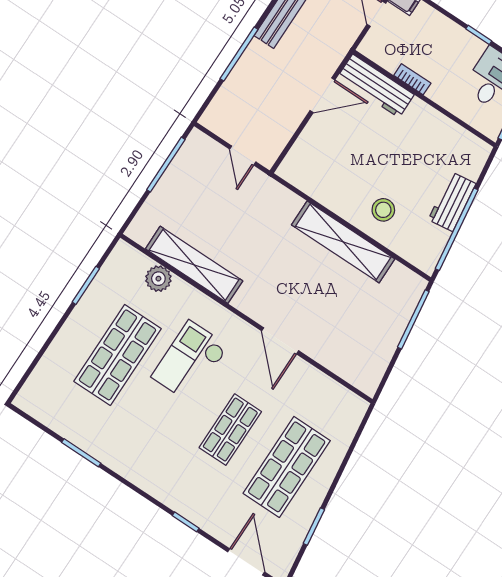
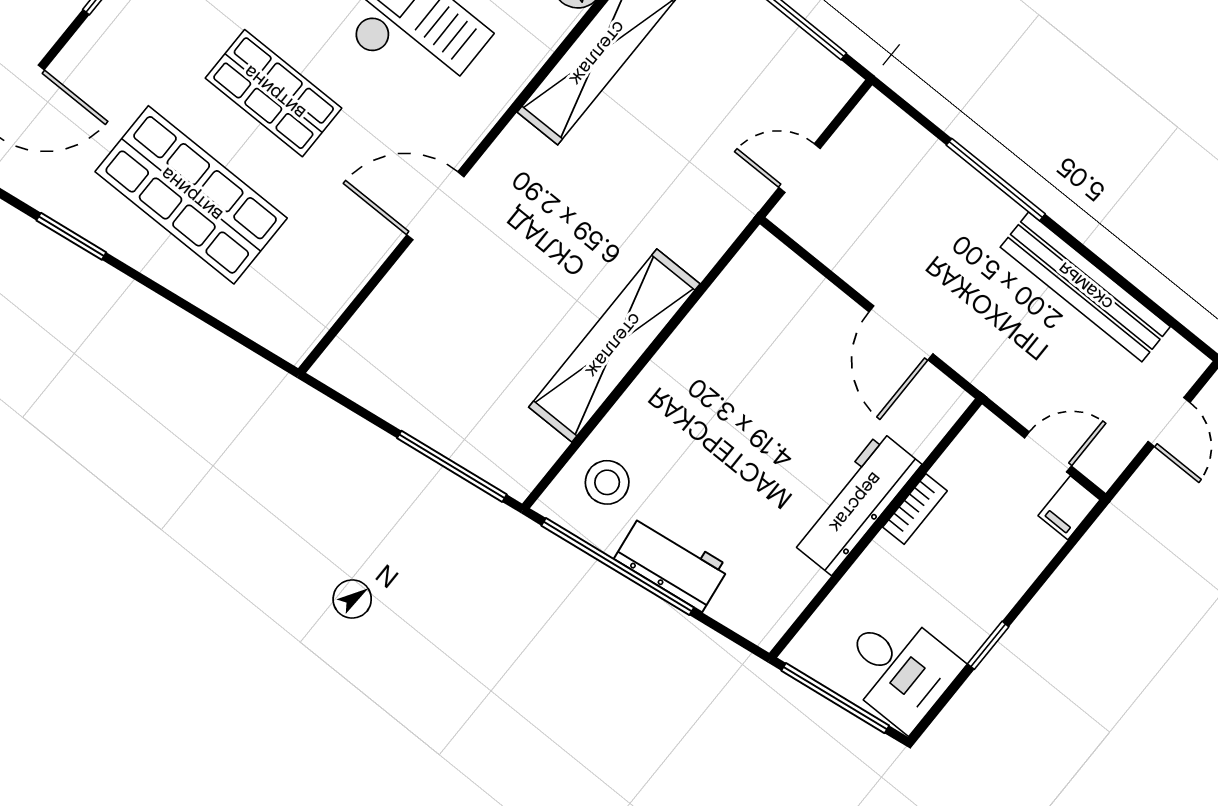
workbench: (376, 86) -> (856, 503), moved
stool: (383, 210) -> (607, 482), moved

